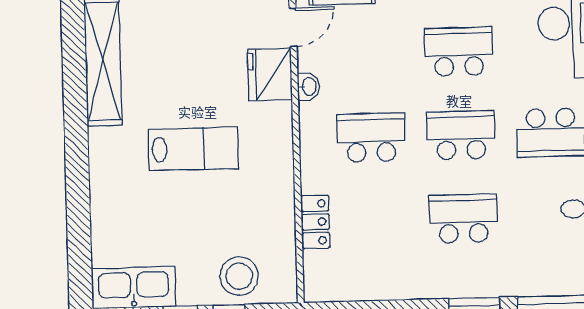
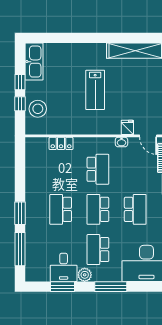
fridge: (270, 74) -> (127, 127), width x0.53, depth x0.75
school desk: (461, 135) -> (98, 209), turned 180
school desk: (463, 219) -> (61, 209), turned 180

